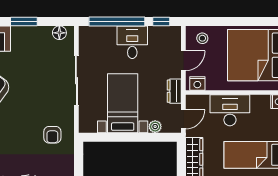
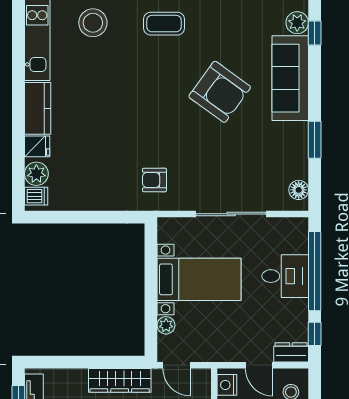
desk: (132, 42) -> (285, 276), moved
dresser: (174, 91) -> (291, 352), moved

